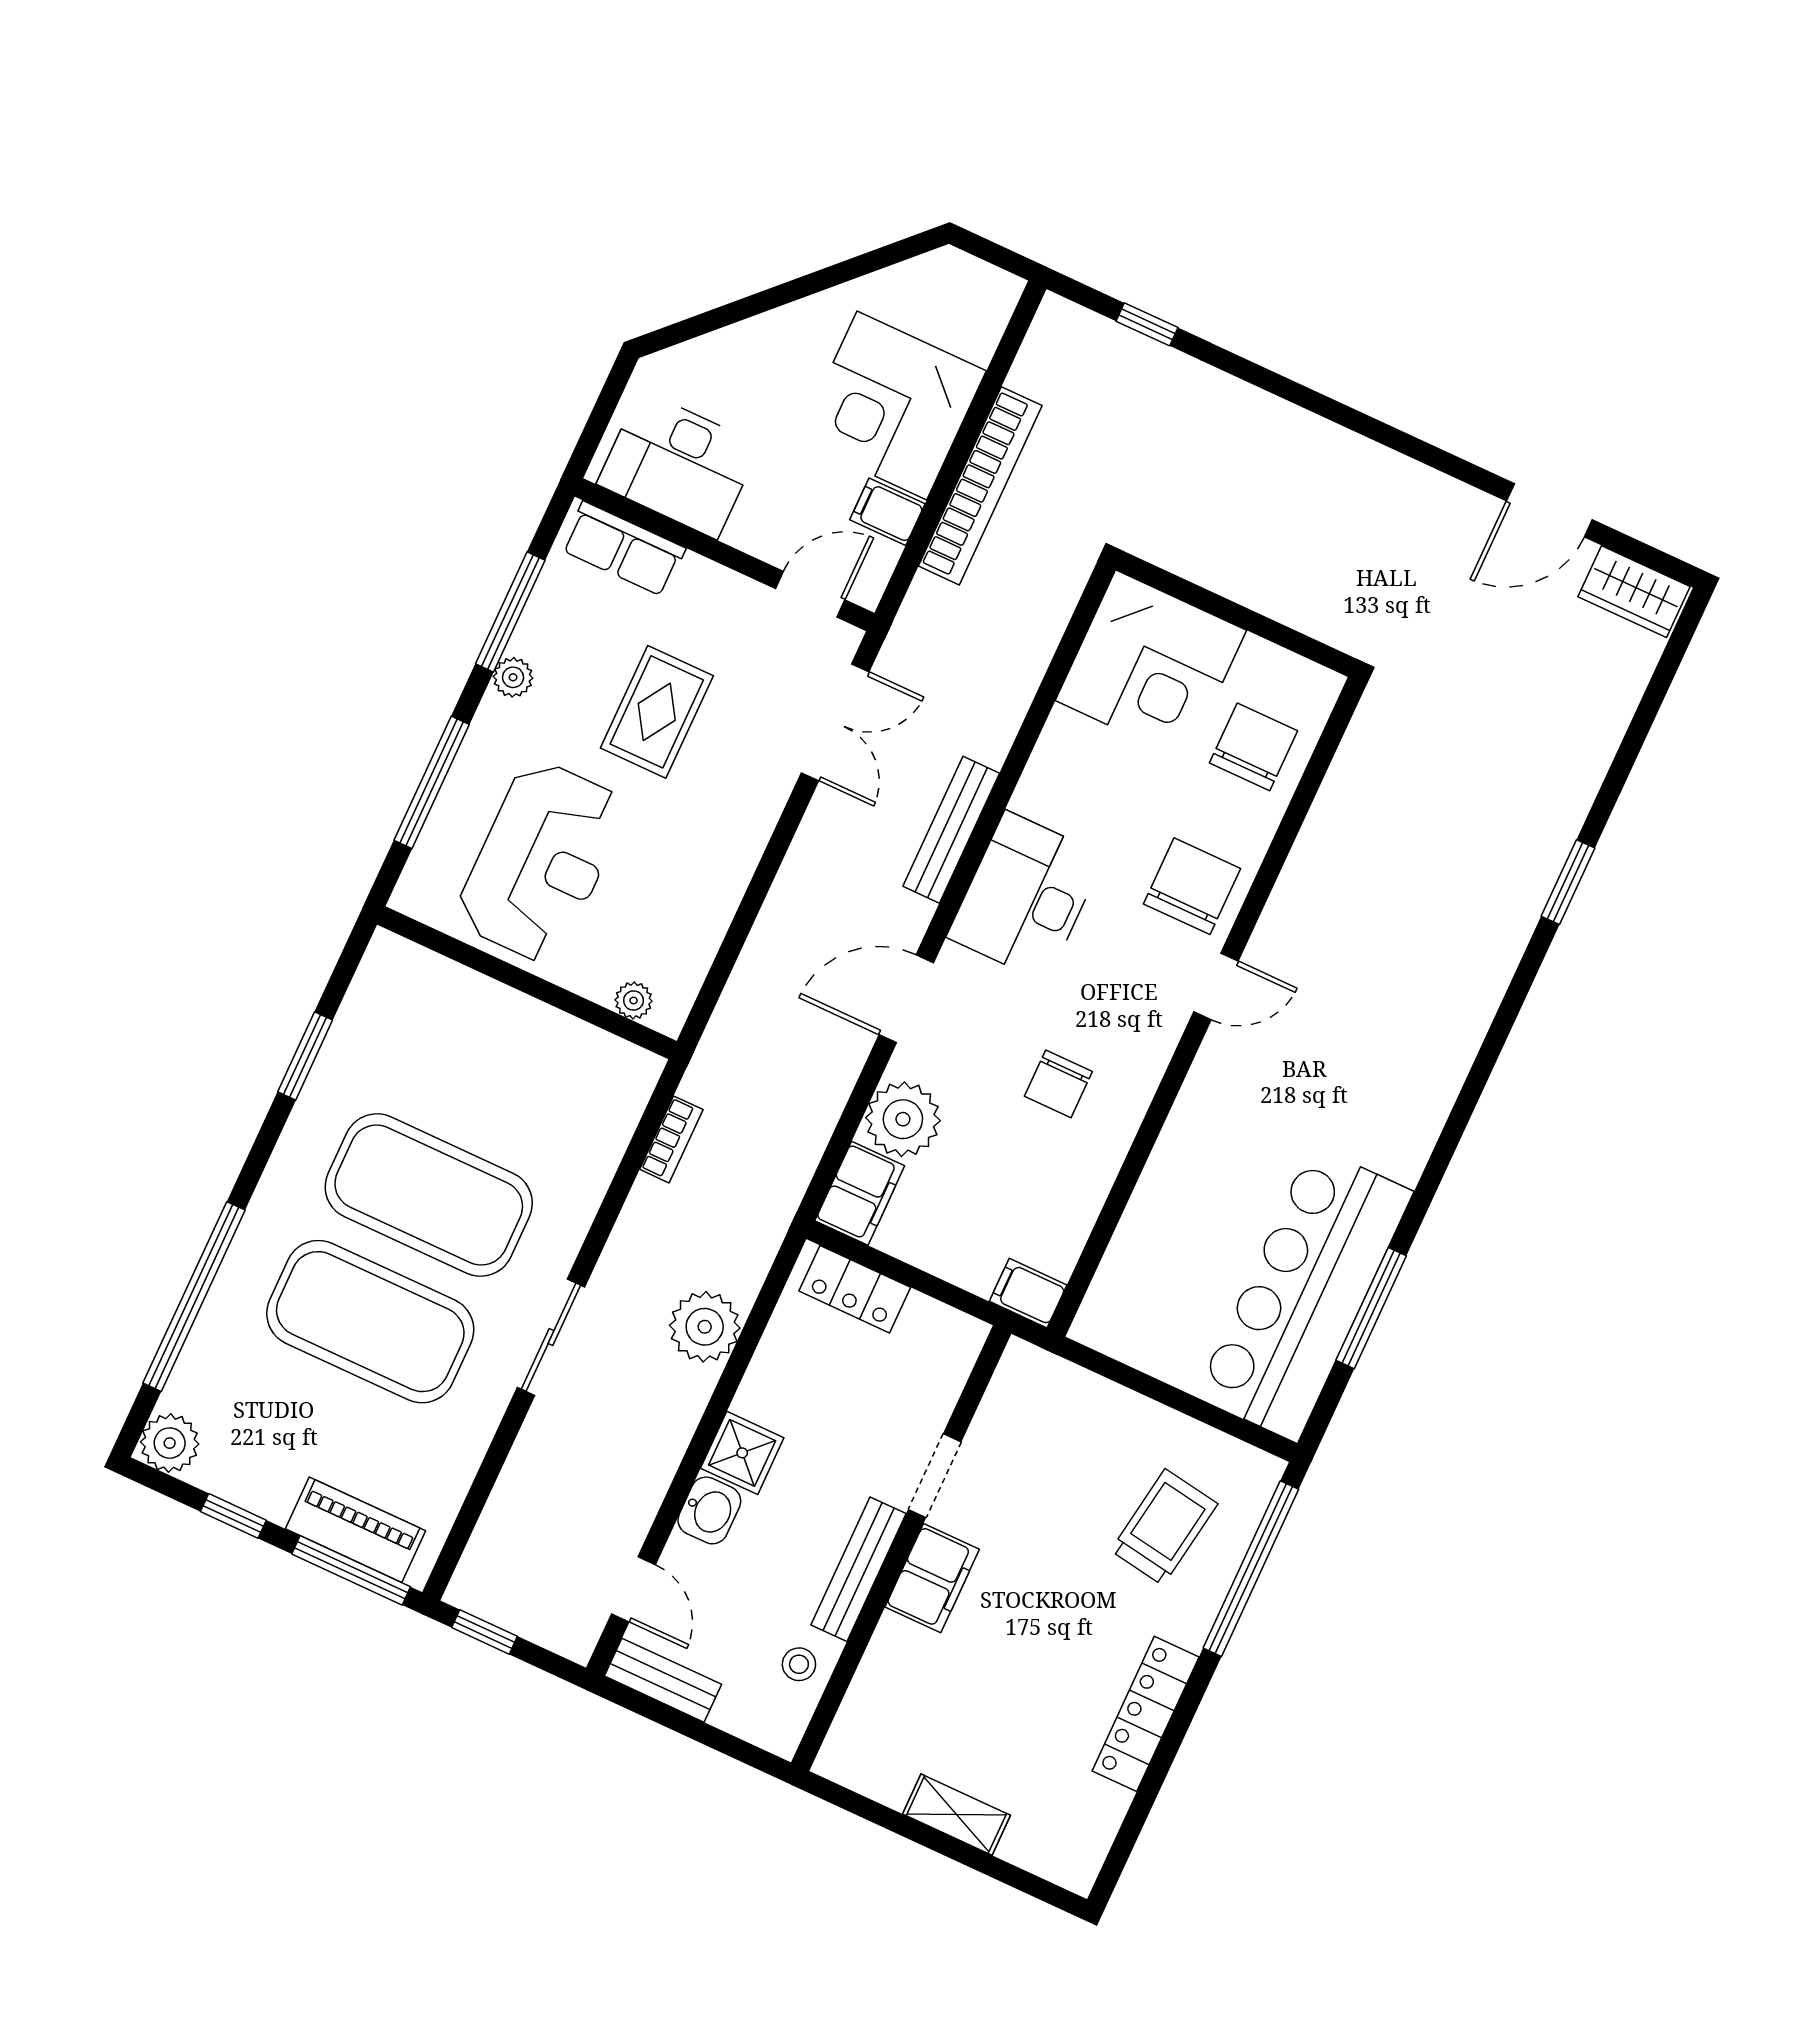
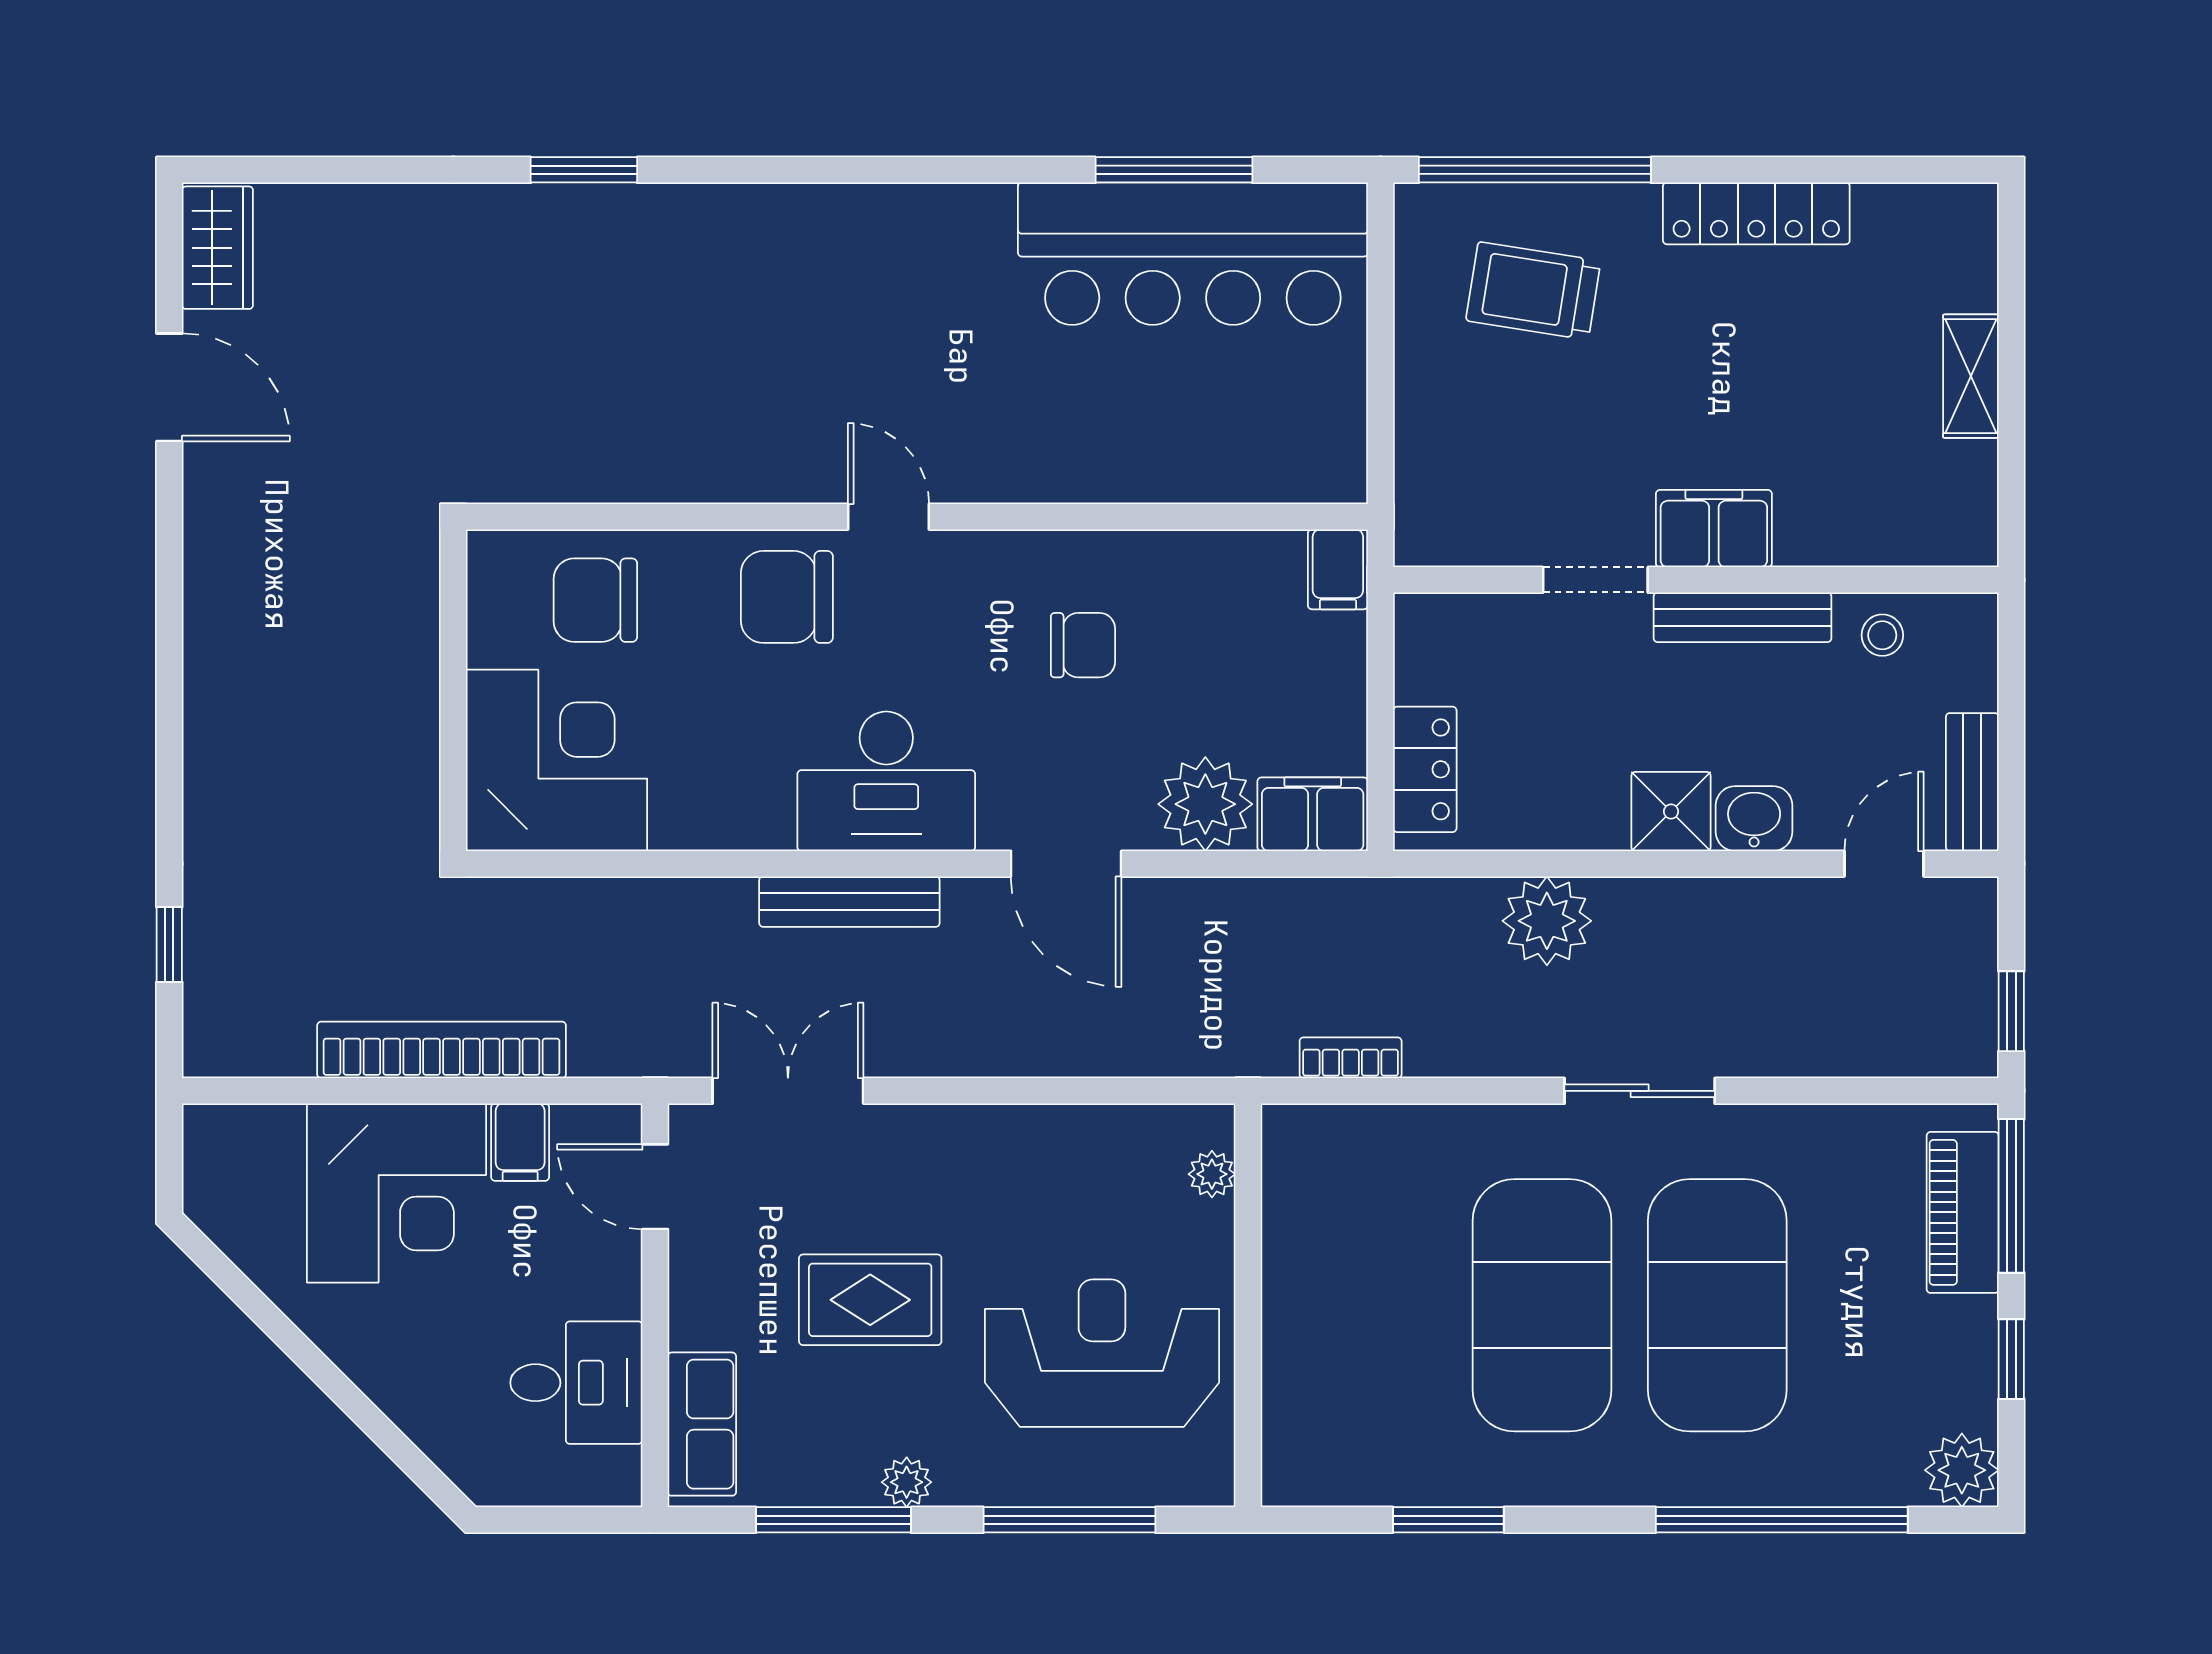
desk: (679, 465) -> (576, 1383), width x0.73

